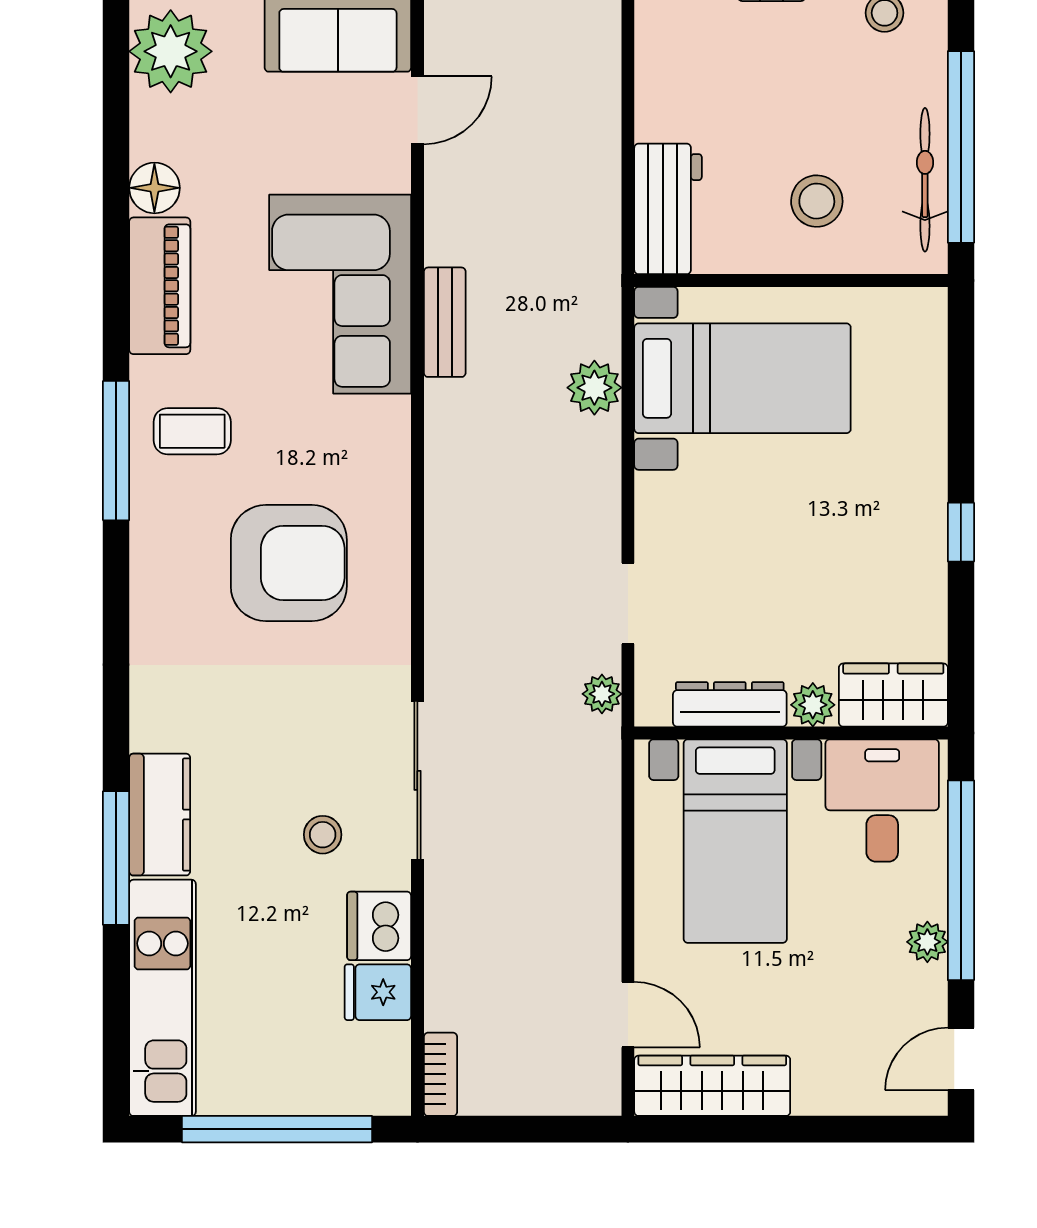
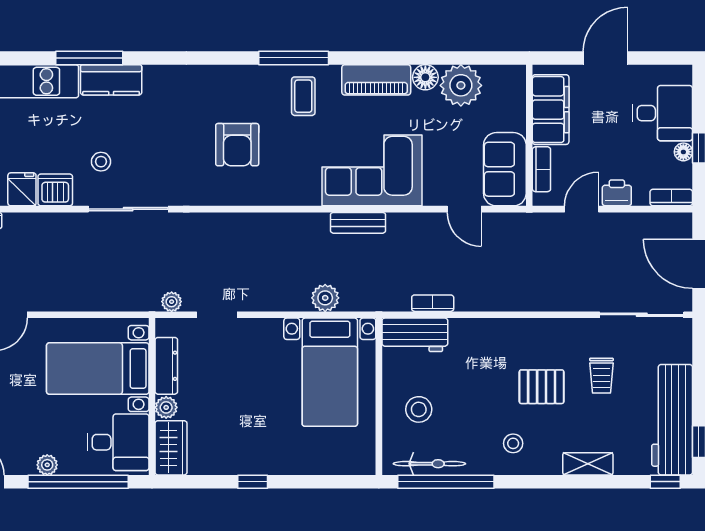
plant: (171, 51) -> (461, 85), moved
bookcase: (605, 173) -> (433, 303), added
armchair: (289, 563) -> (237, 145), width x0.73, depth x0.73

